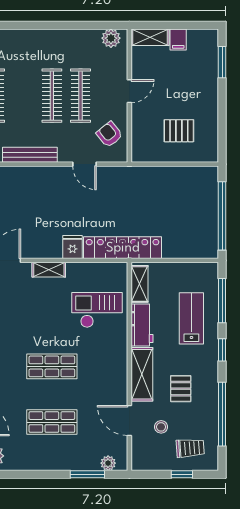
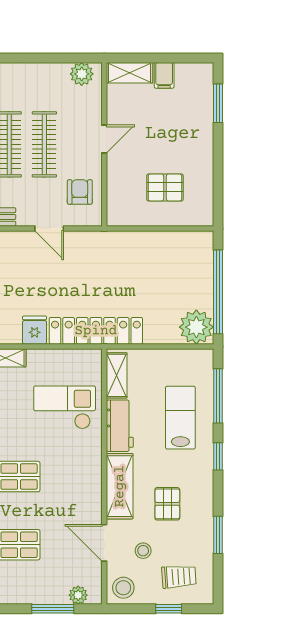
armchair: (109, 134) -> (80, 192), turned 39
plant: (204, 245) -> (196, 327), added
window: (222, 414) -> (218, 535), width x0.47
stool: (145, 457) -> (123, 588), added

